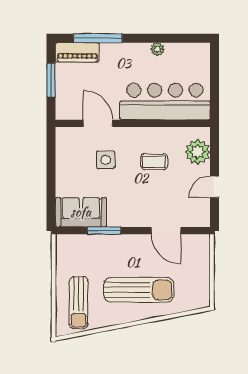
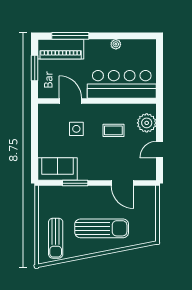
piano: (77, 52) -> (61, 49), width x1.37, depth x1.33

